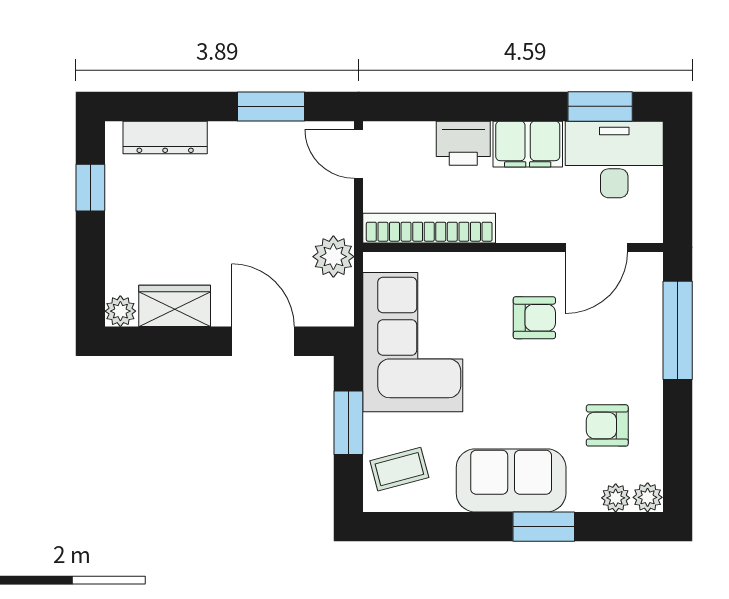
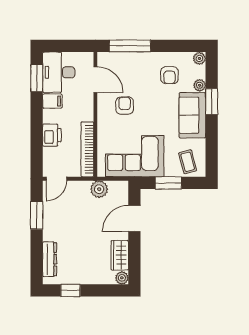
filing cabinet: (528, 144) -> (52, 101), width x0.50
plant: (616, 498) -> (200, 85), moved

